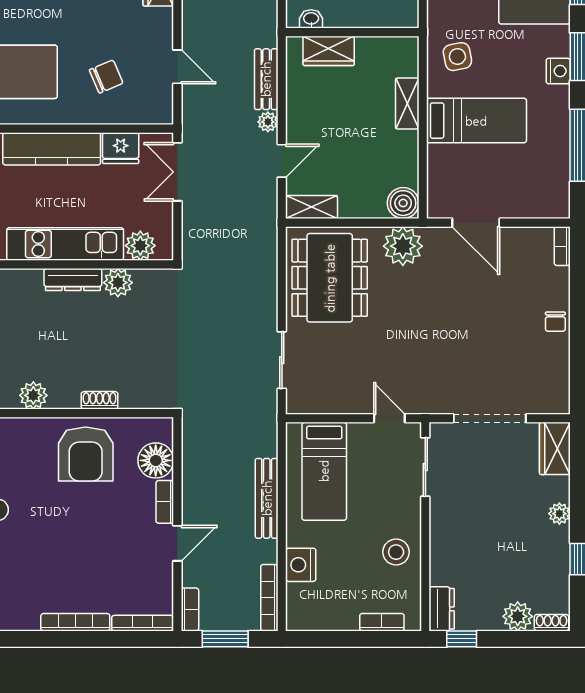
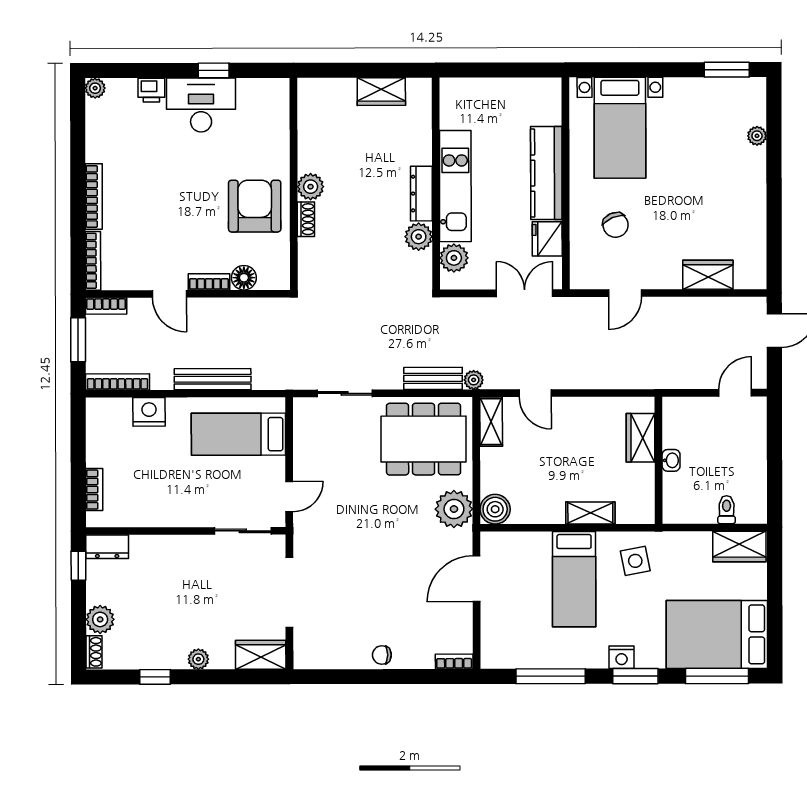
washbasin: (311, 19) -> (671, 460), moved
bench: (266, 79) -> (433, 378), moved
plant: (268, 122) -> (474, 380), moved
plant: (33, 395) -> (311, 187), moved
armchair: (86, 454) -> (255, 206), turned 90
floor lamp: (156, 460) -> (244, 278), width x0.73, depth x0.73
stool: (396, 552) -> (161, 503), removed

